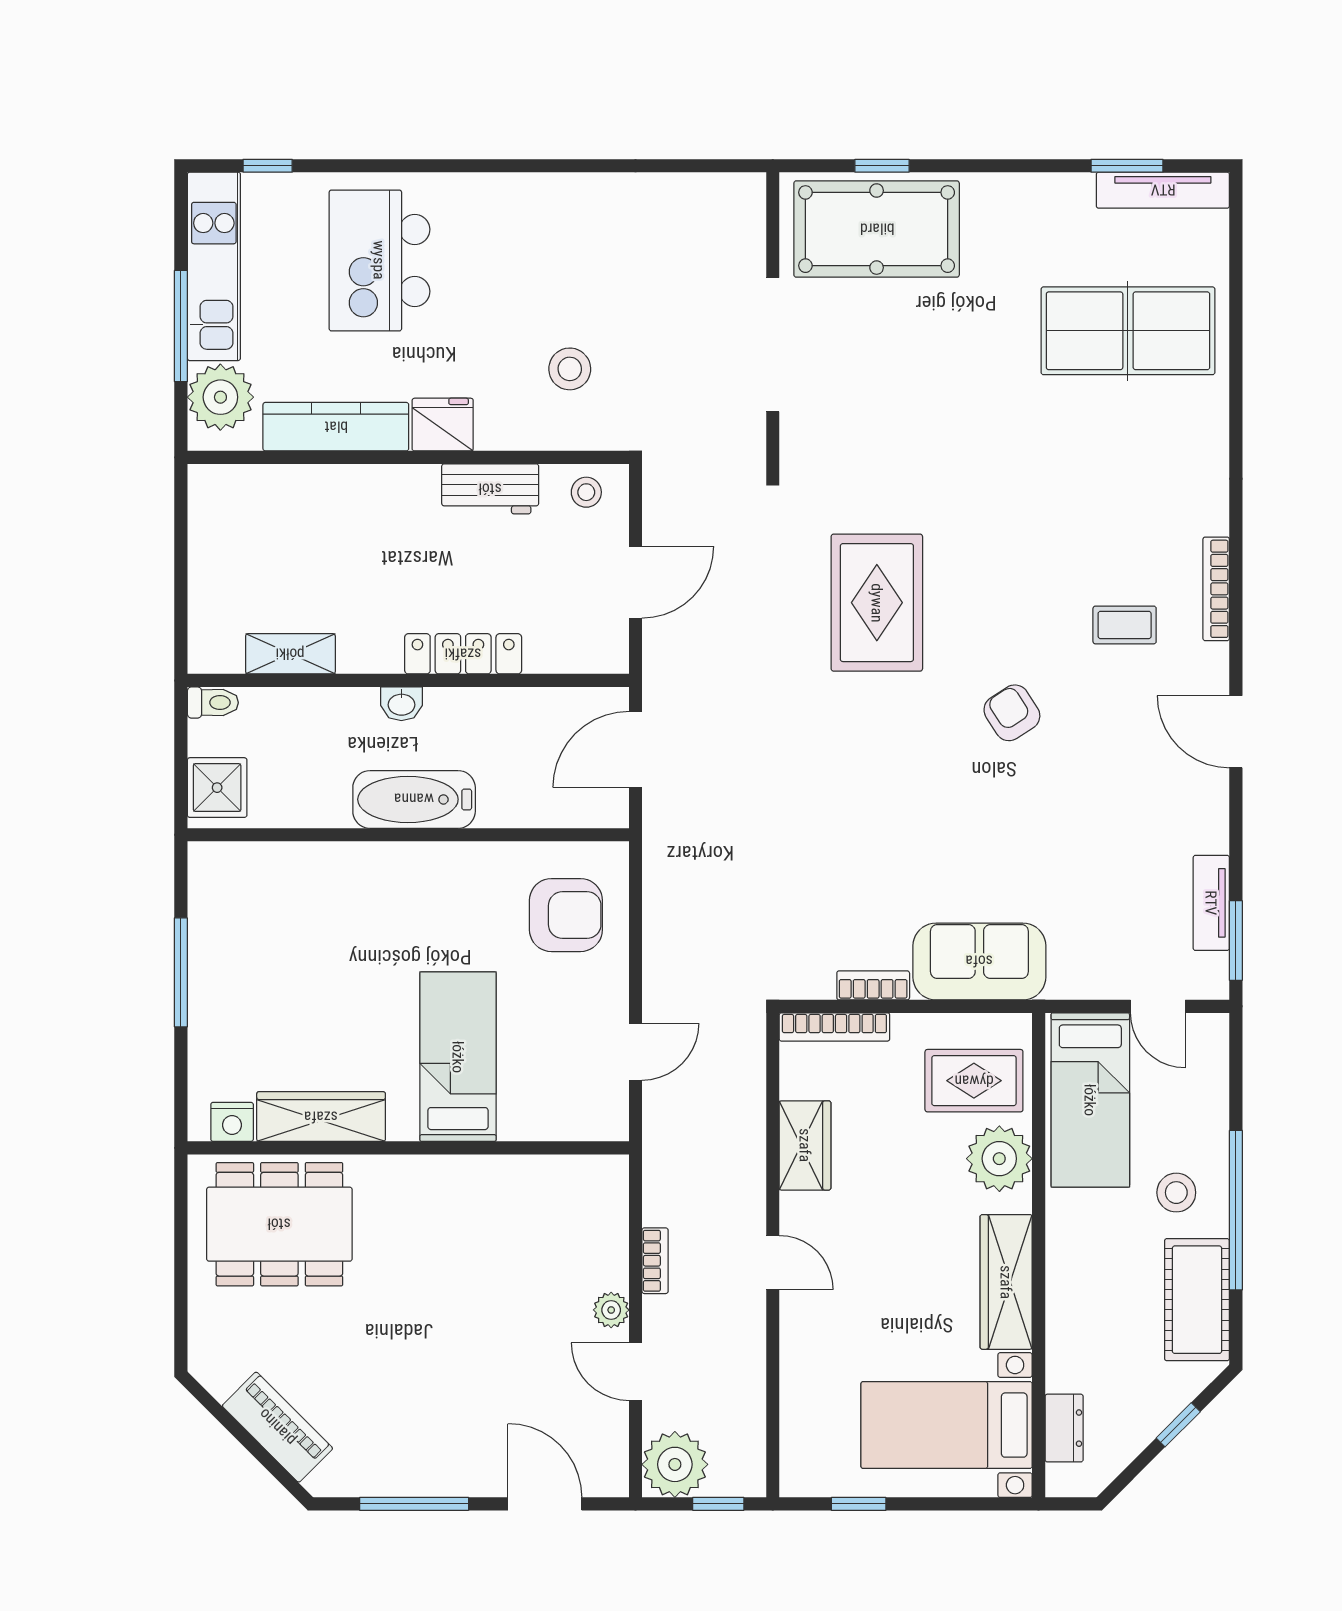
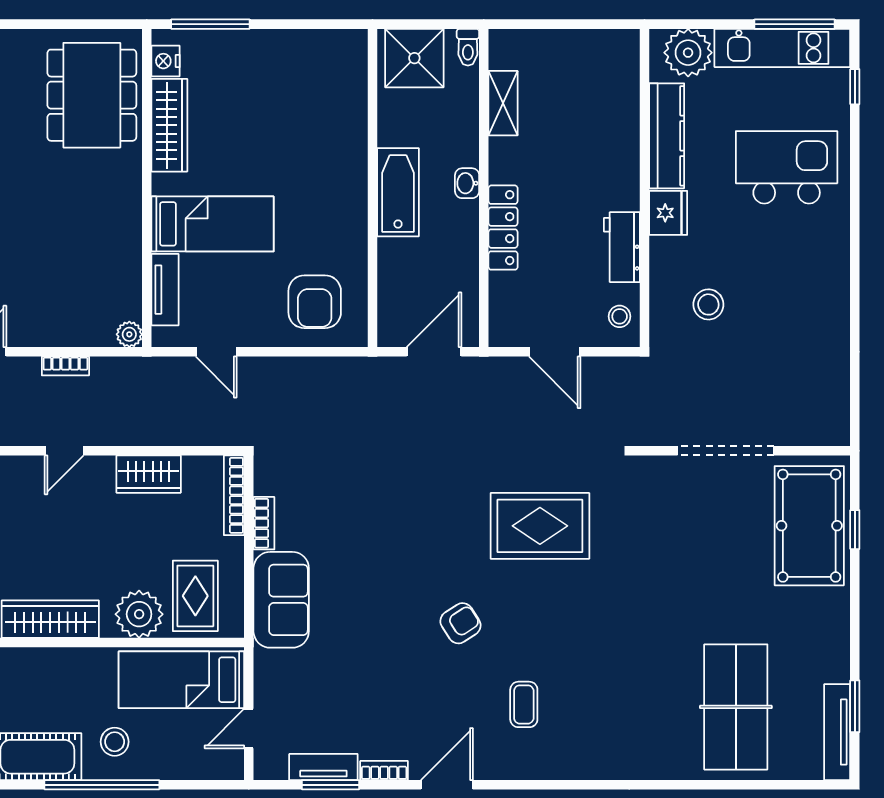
window: (181, 326) -> (795, 24), moved
bookcase: (1216, 589) -> (384, 771), moved, width x0.64
door: (635, 749) -> (434, 352), hinge flipped
shower: (217, 788) -> (414, 58), width x1.36, depth x1.36
window: (1236, 940) -> (331, 785), moved
window: (181, 972) -> (210, 24), moved
tv unit: (549, 1123) -> (165, 290), added
plant: (611, 1310) -> (129, 334), moved

